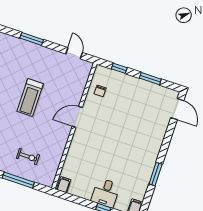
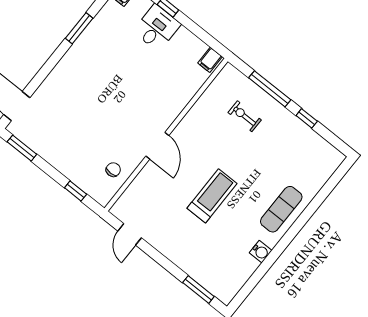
window: (32, 39) -> (198, 289), moved
window: (150, 79) -> (22, 148), moved
door: (77, 117) -> (157, 146), hinge flipped

